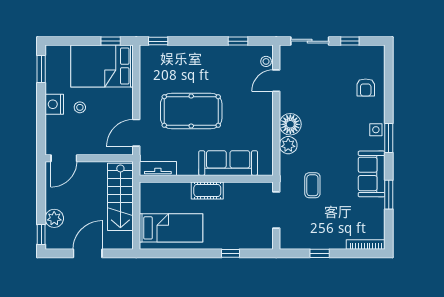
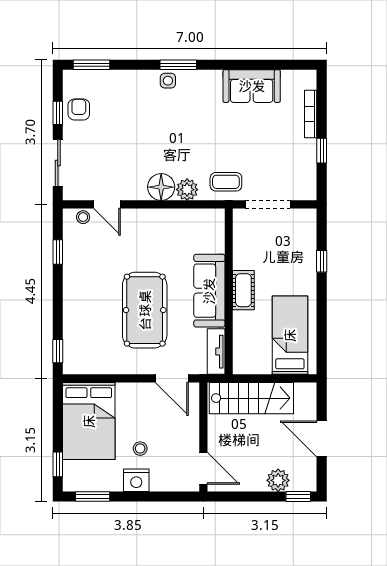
window: (111, 41) -> (58, 464), moved
armchair: (366, 88) -> (79, 109), moved, turned -90
sofa: (228, 163) -> (209, 291), moved
sofa: (372, 174) -> (252, 86), moved
coffee table: (312, 185) -> (226, 182), moved
window: (389, 195) -> (92, 65), moved
bookcase: (366, 245) -> (311, 114), moved

